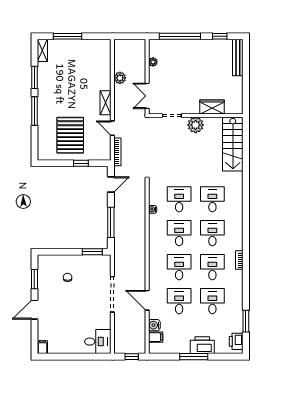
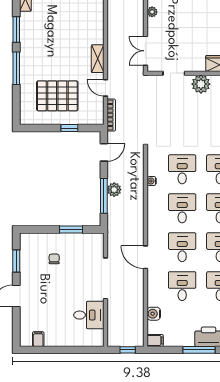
plant: (120, 78) -> (114, 190), moved
pallet: (70, 135) -> (57, 96), turned 90
window: (92, 252) -> (71, 230), moved
door: (147, 300) -> (145, 257), moved
filing cabinet: (156, 337) -> (155, 340), moved
desk: (98, 342) -> (89, 315), moved
filing cabinet: (42, 347) -> (38, 339), moved

